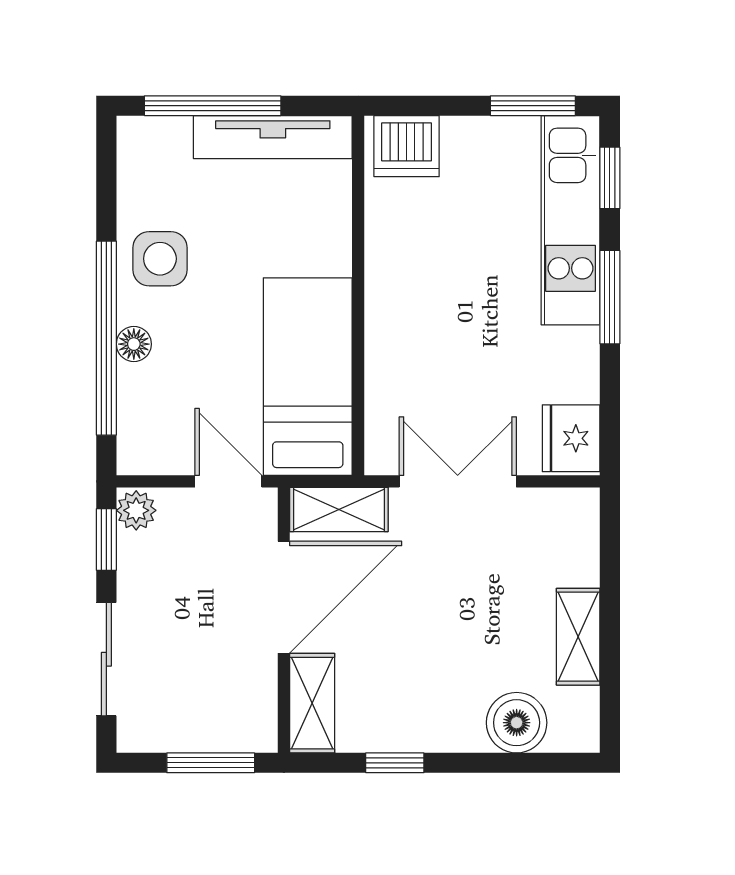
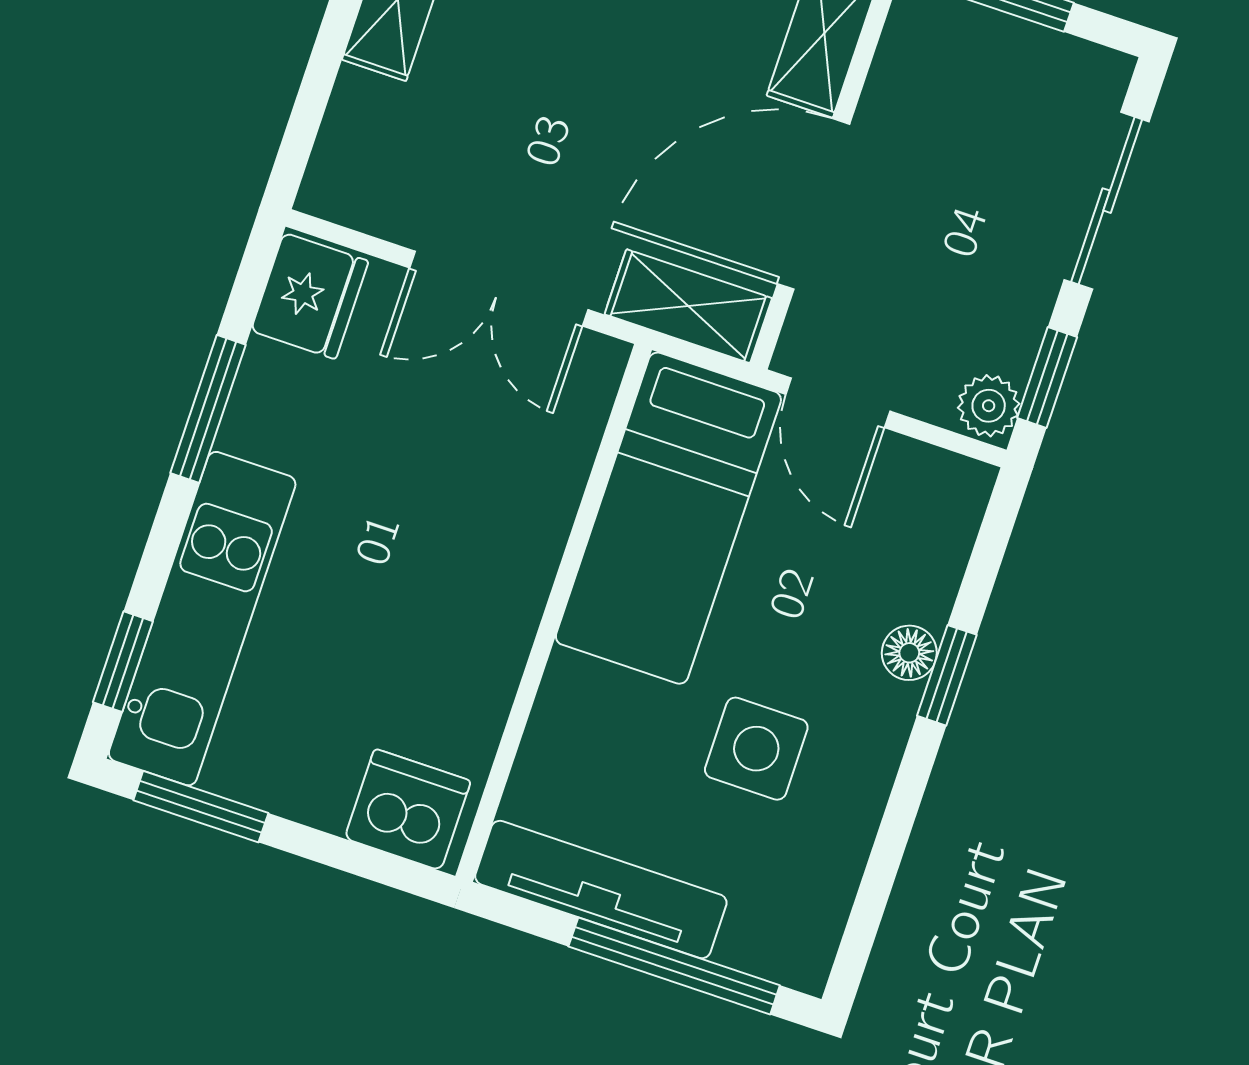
side table: (160, 259) -> (756, 749), moved
window: (610, 297) -> (208, 409), moved
window: (106, 338) -> (947, 675), width x0.32

